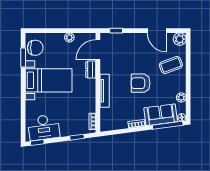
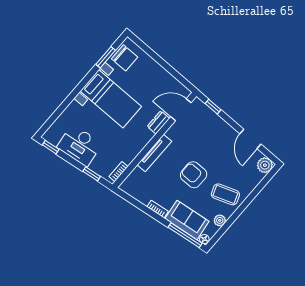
plant: (69, 37) -> (164, 76), removed
coffee table: (171, 65) -> (225, 194), moved
desk: (44, 127) -> (80, 145), moved

